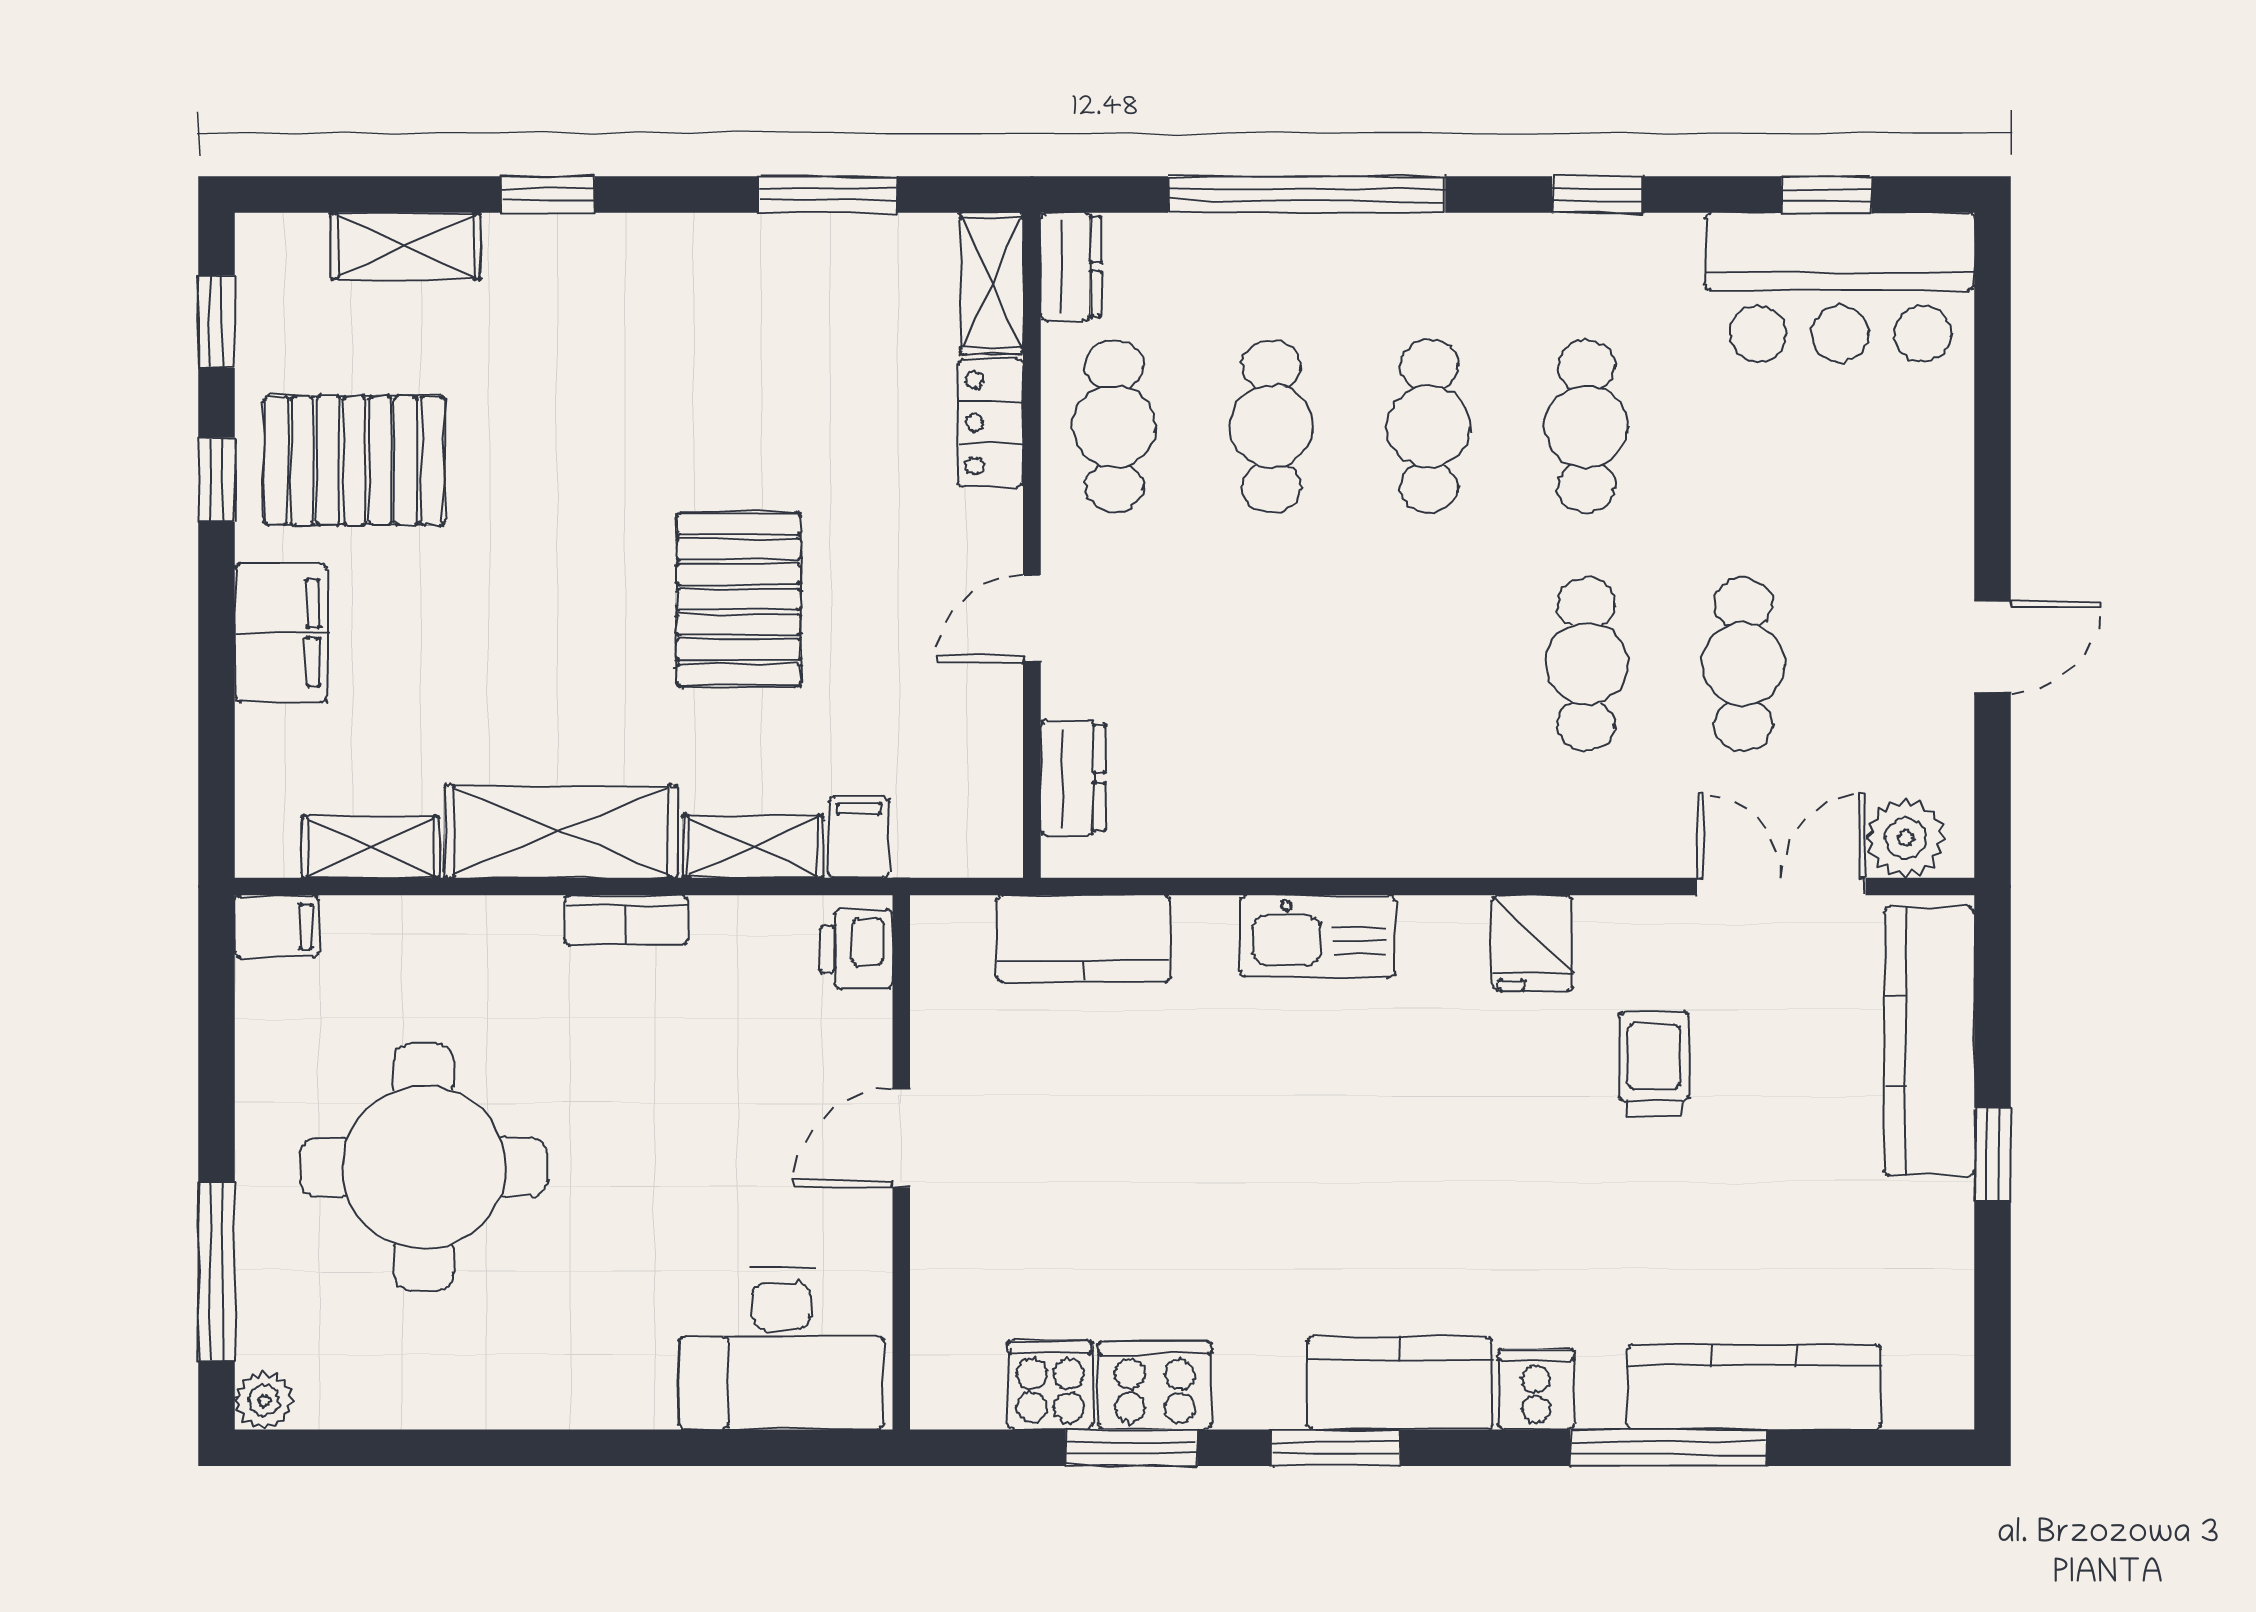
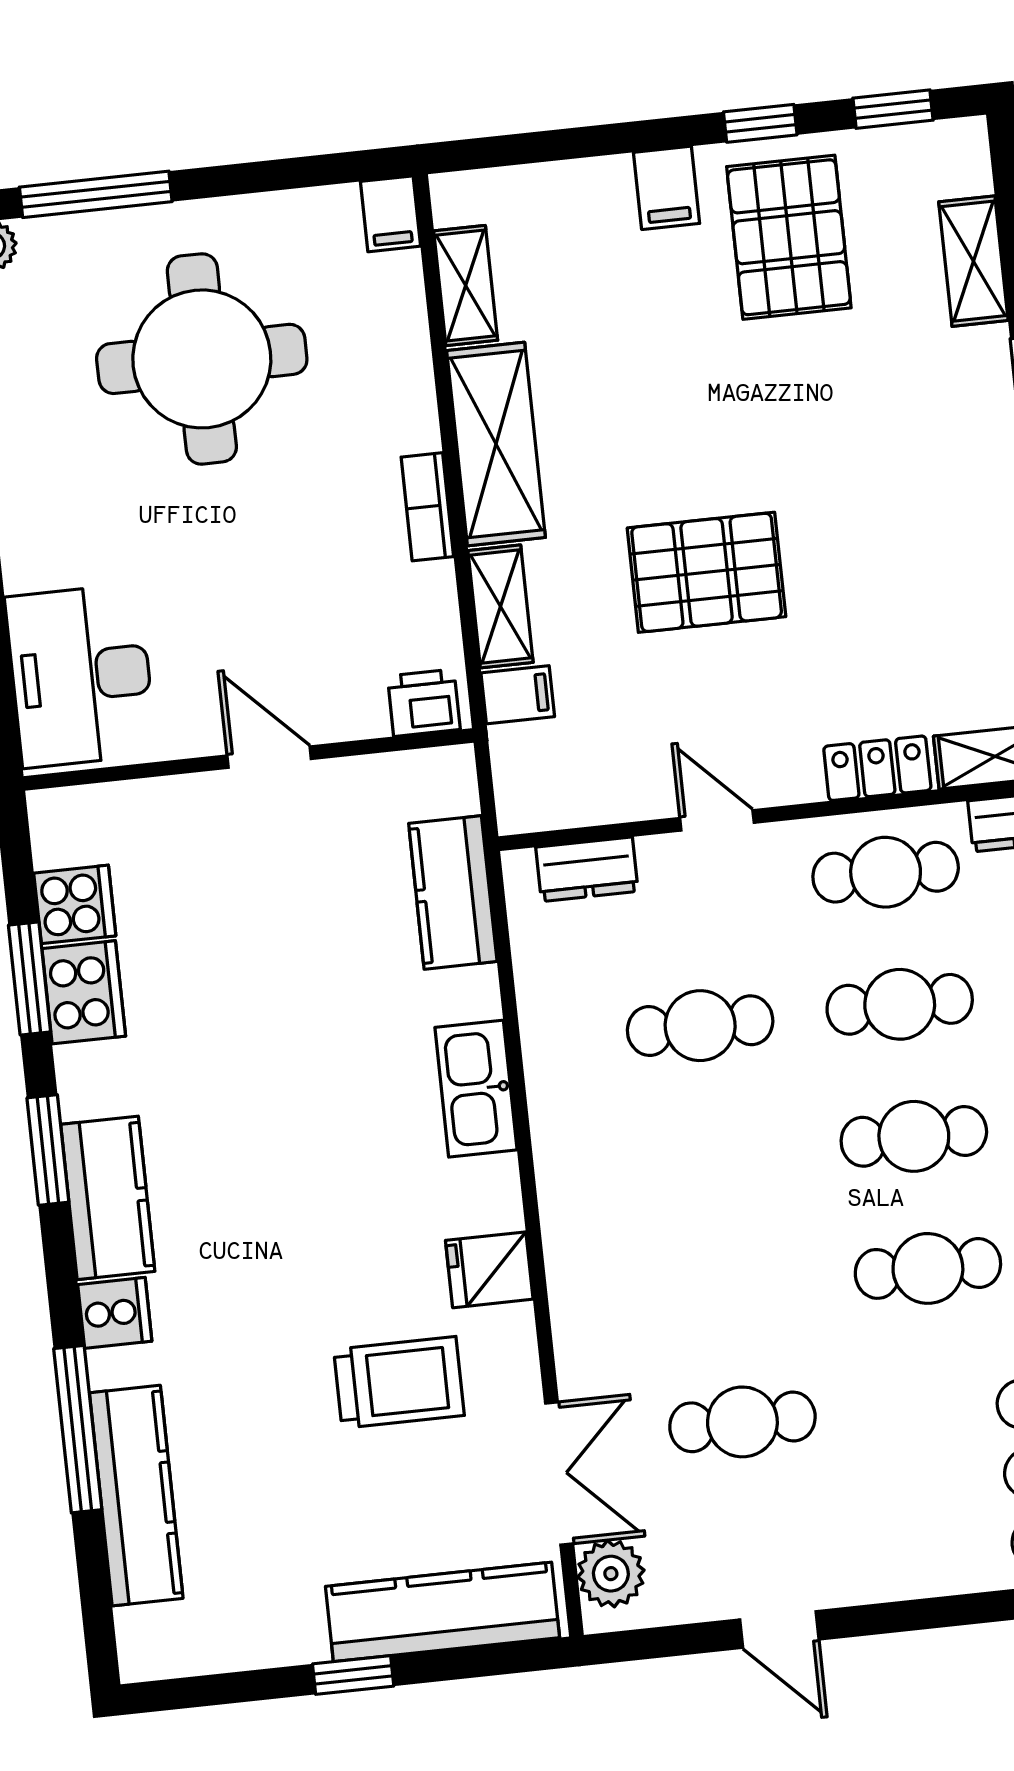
filing cabinet: (281, 633) -> (667, 188), width x0.50
cafe table: (1586, 664) -> (700, 1026), moved
trolley: (1654, 1064) -> (399, 1382), width x1.36, depth x1.39

